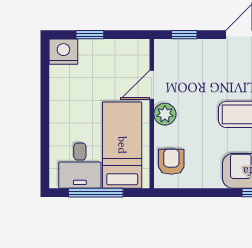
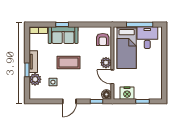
floor lamp: (164, 49) -> (106, 94), added
nightstand: (63, 52) -> (127, 93), moved
door: (152, 85) -> (112, 77), swing flipped

